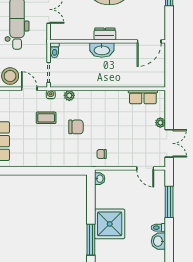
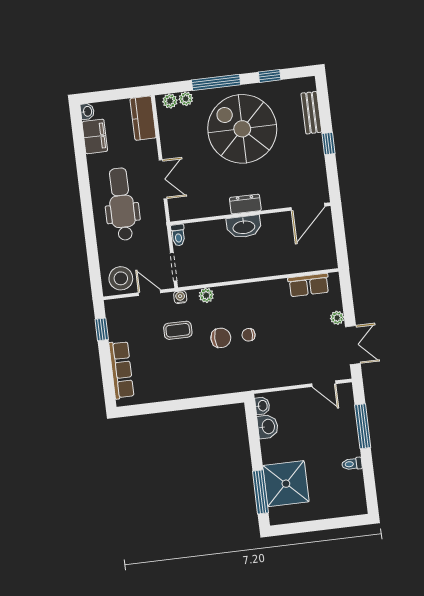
chair: (102, 154) -> (249, 335), moved
shower: (110, 224) -> (286, 484), moved
washbasin: (158, 241) -> (268, 427), moved, turned 180

